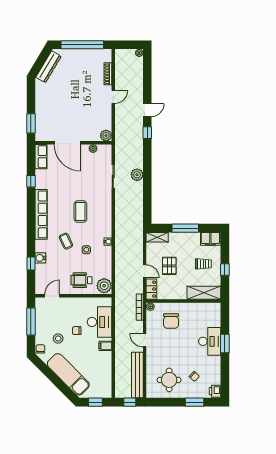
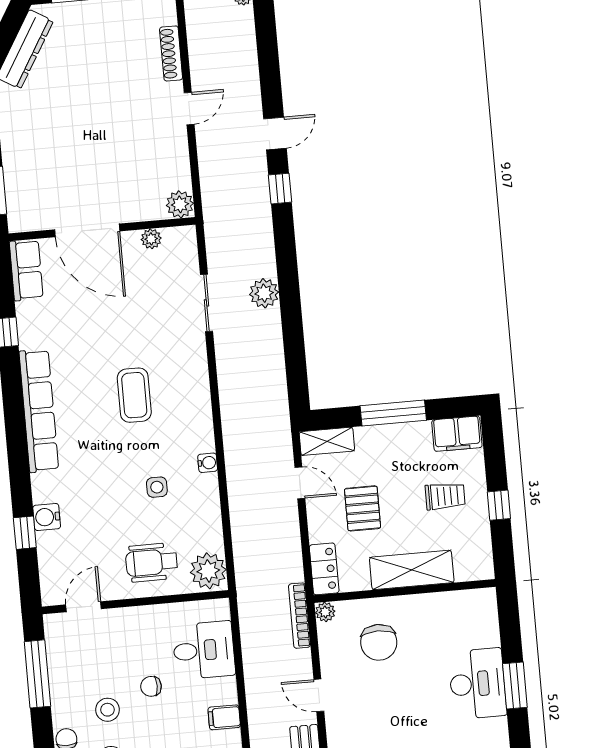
coffee table: (66, 241) -> (105, 471), removed
door: (145, 271) -> (300, 483), moved
shelving: (204, 293) -> (412, 570), moved
desk: (100, 322) -> (204, 650), width x0.73

